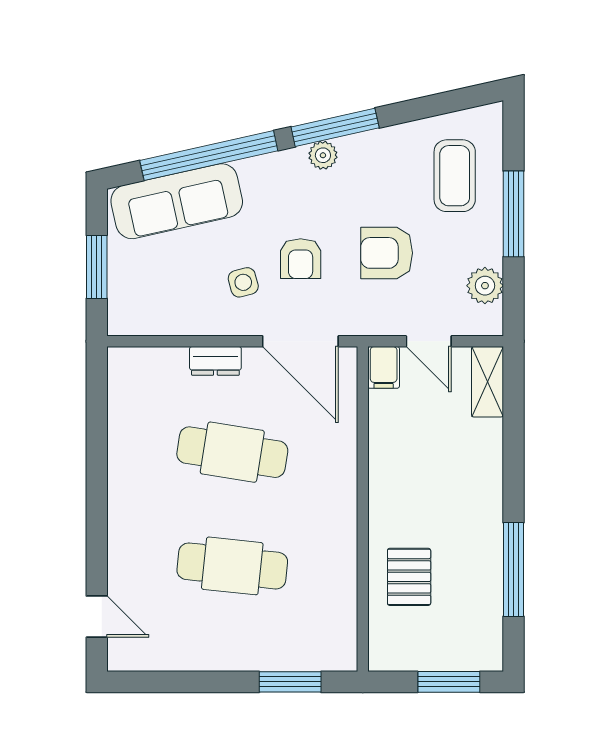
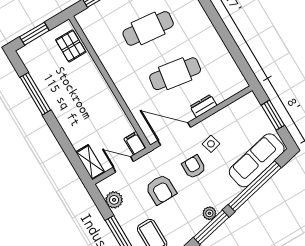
armchair: (387, 253) -> (161, 190), turned 90
pallet: (409, 577) -> (71, 46), moved

